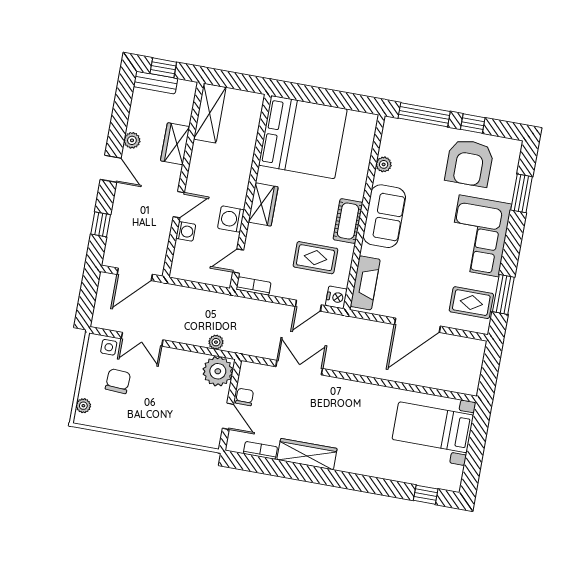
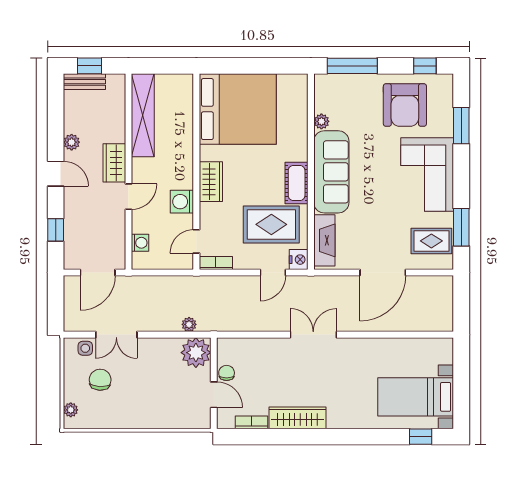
shelving: (210, 113) -> (143, 115), width x1.47
window: (473, 124) -> (425, 66), moved
wardrobe: (175, 144) -> (114, 163), moved
sofa: (384, 216) -> (331, 172), width x1.36
washing machine: (186, 231) -> (140, 243), moved
rug: (315, 258) -> (271, 224), width x1.36, depth x1.43
double door: (299, 368) -> (313, 335), moved
bed with nightstands: (433, 427) -> (416, 397), moved

